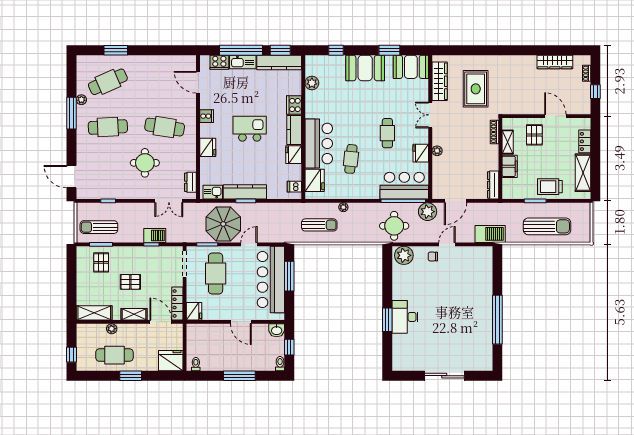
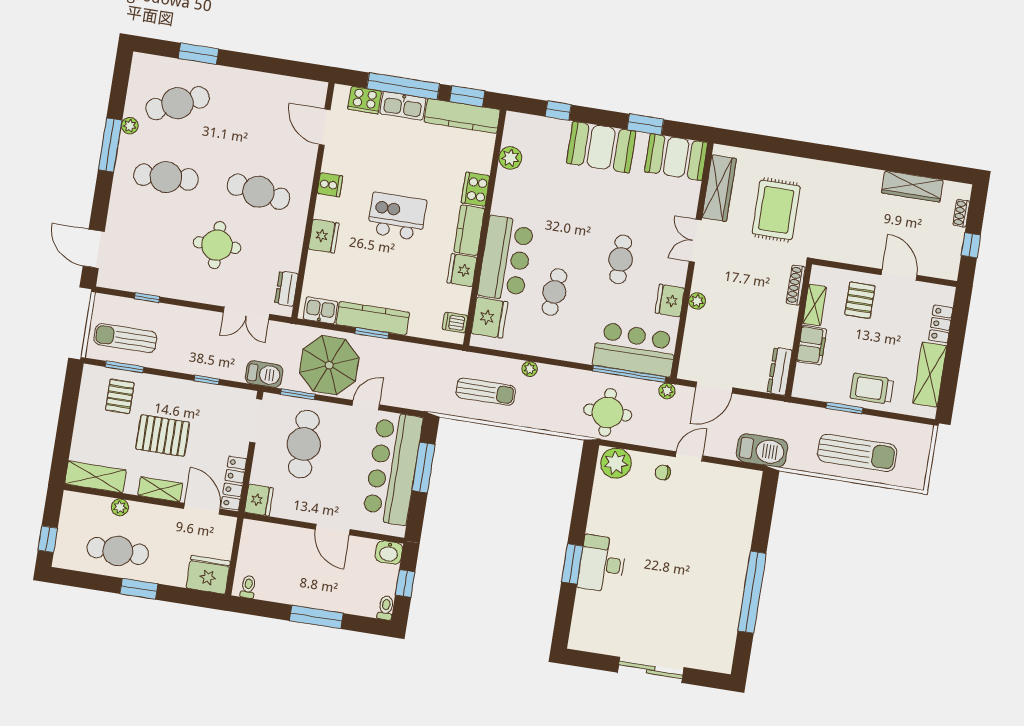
plant: (428, 212) -> (667, 391), width x0.53, depth x0.53
barbecue: (155, 235) -> (264, 374), moved
pallet: (130, 282) -> (163, 436), width x1.50, depth x1.42

